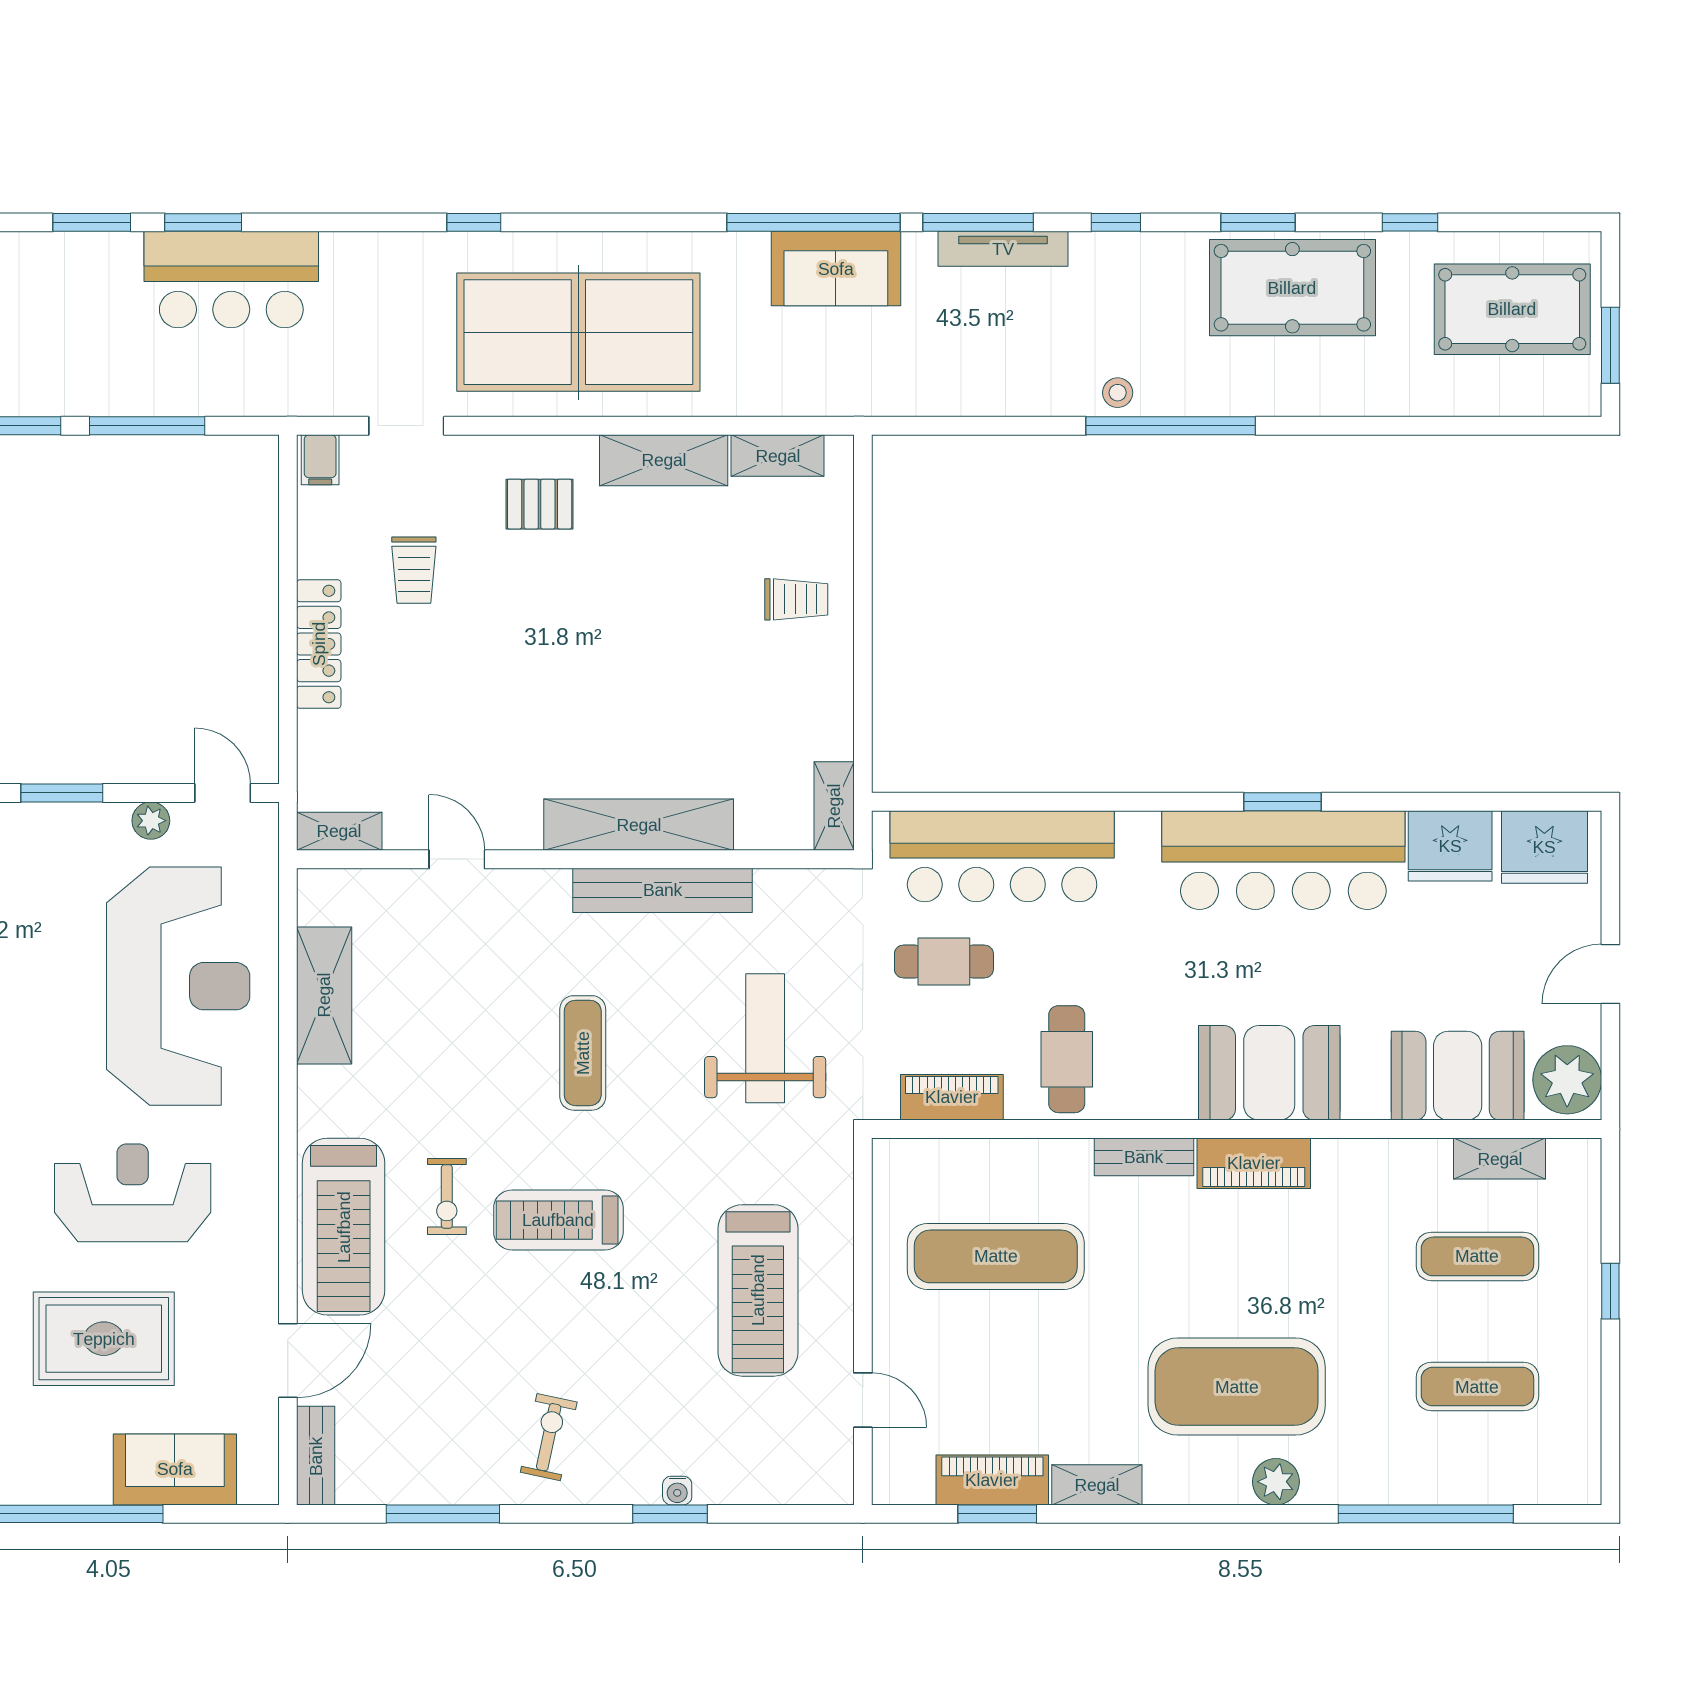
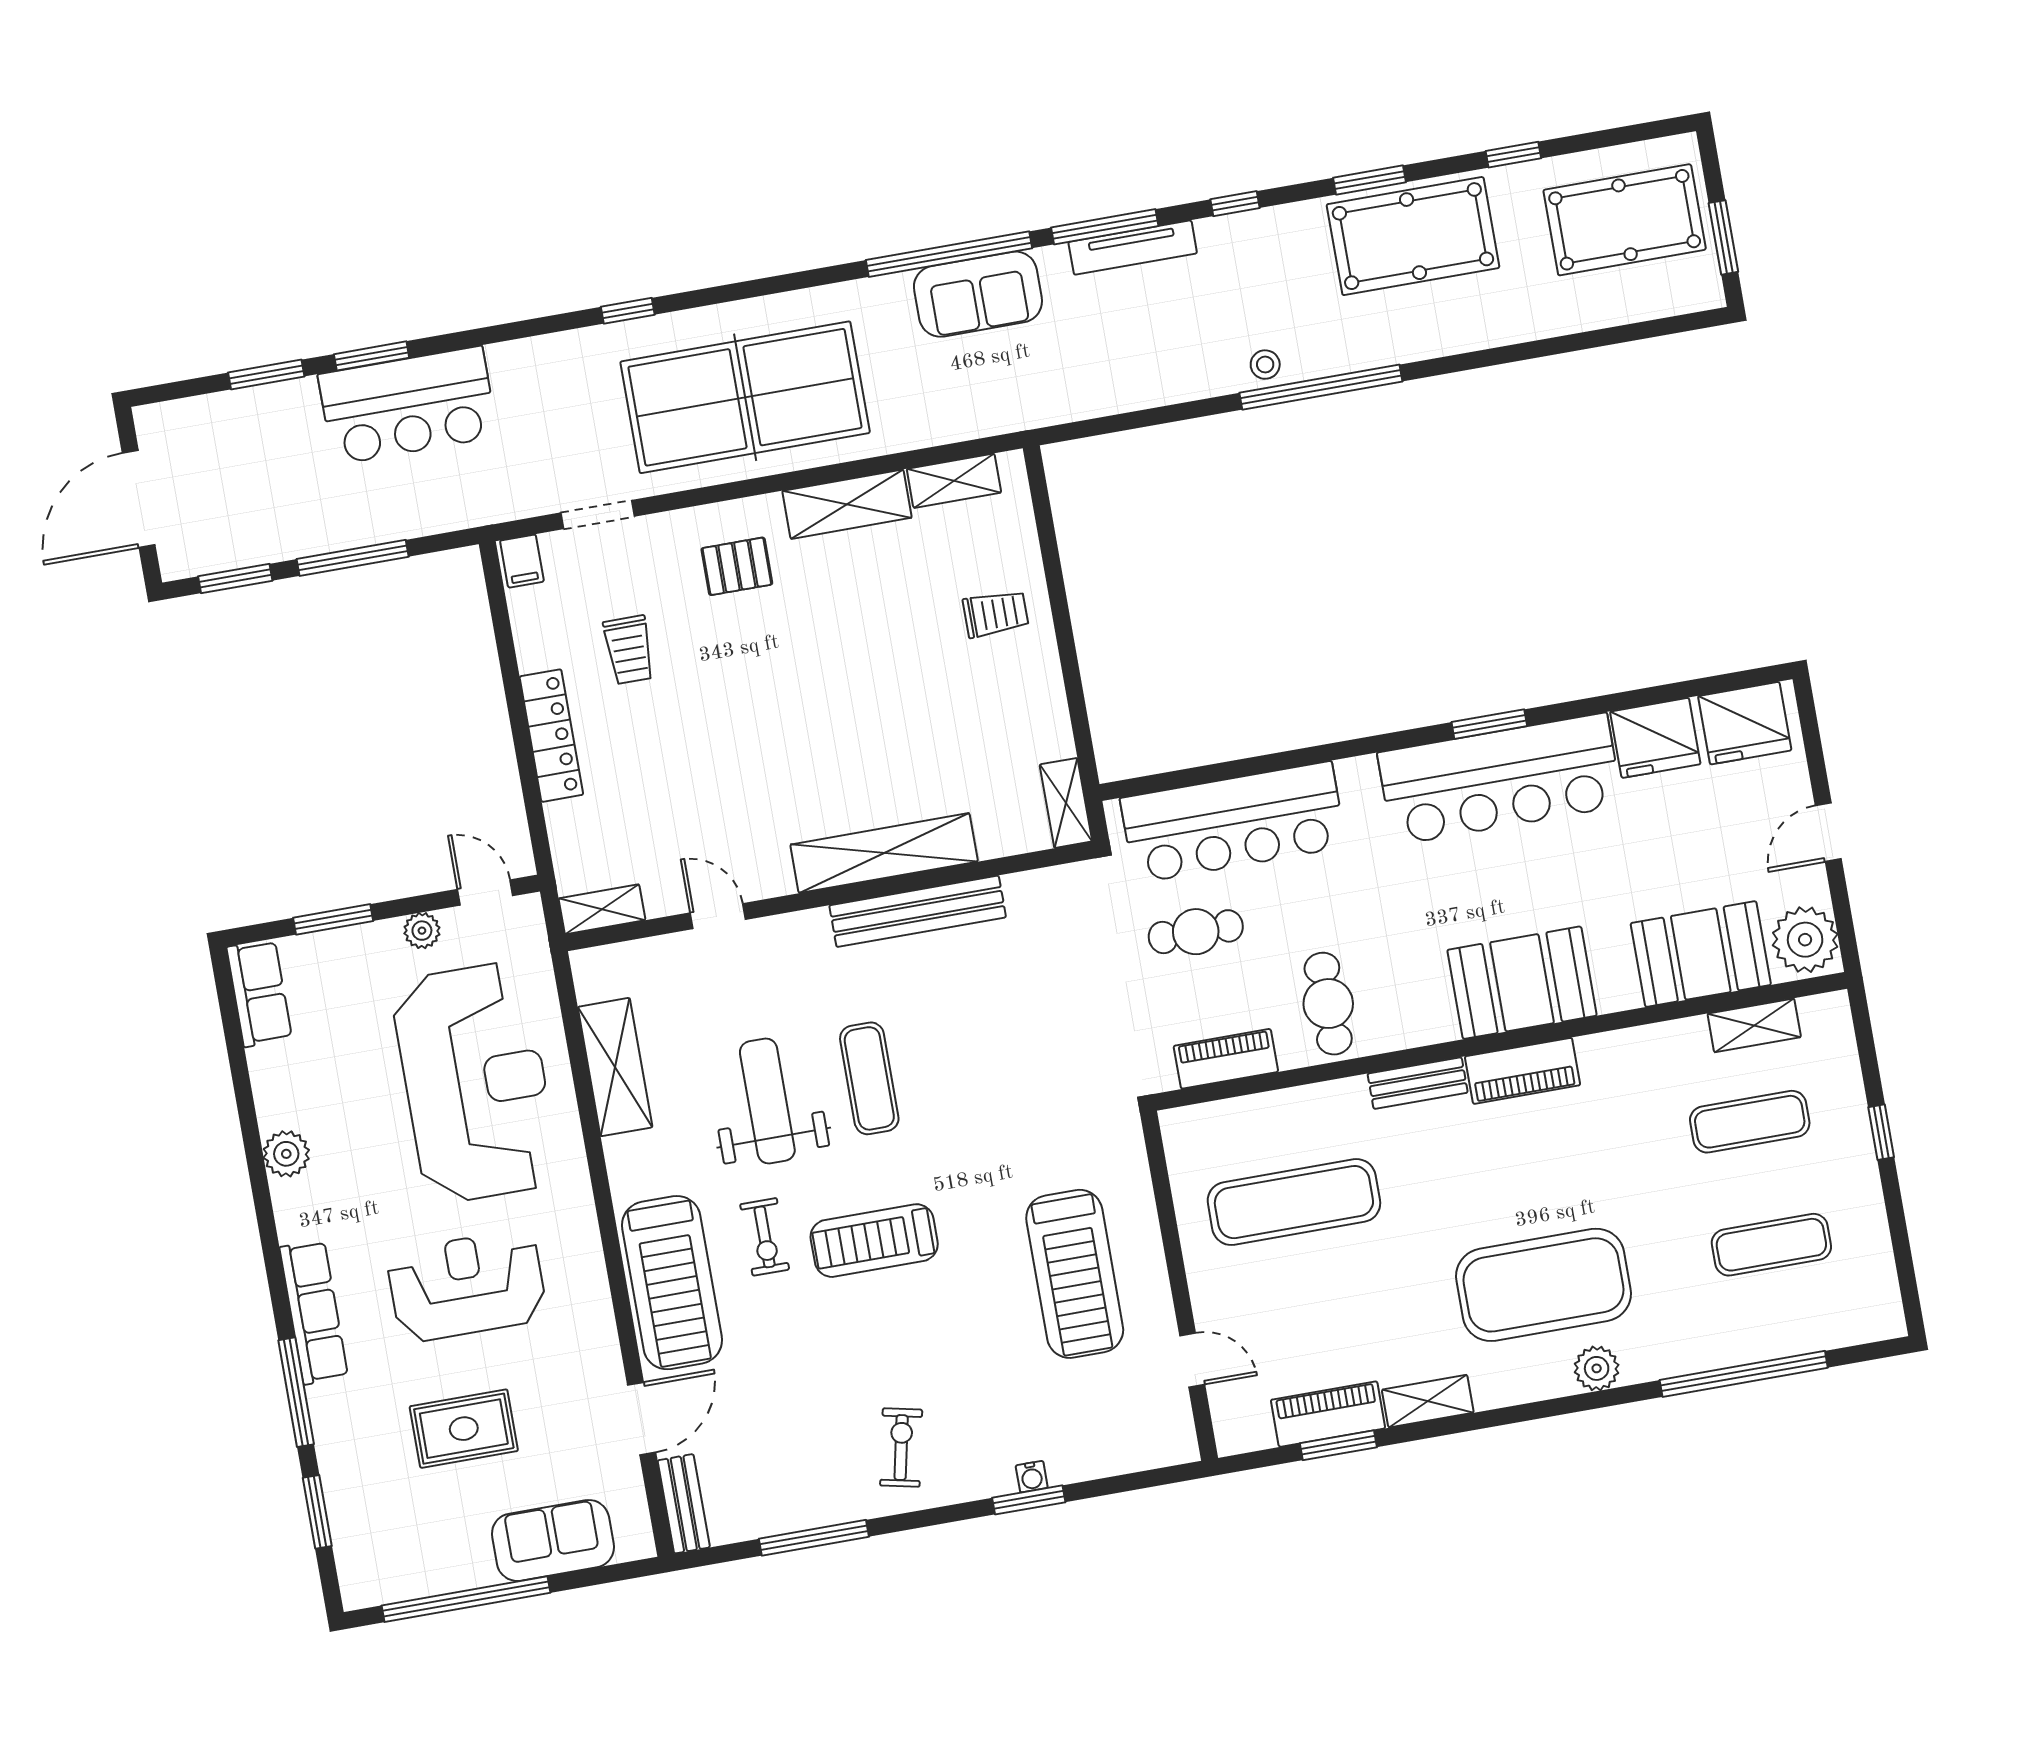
weight bench: (765, 1038) -> (767, 1101), moved
rug: (104, 1339) -> (464, 1429), width x0.73, depth x0.70

